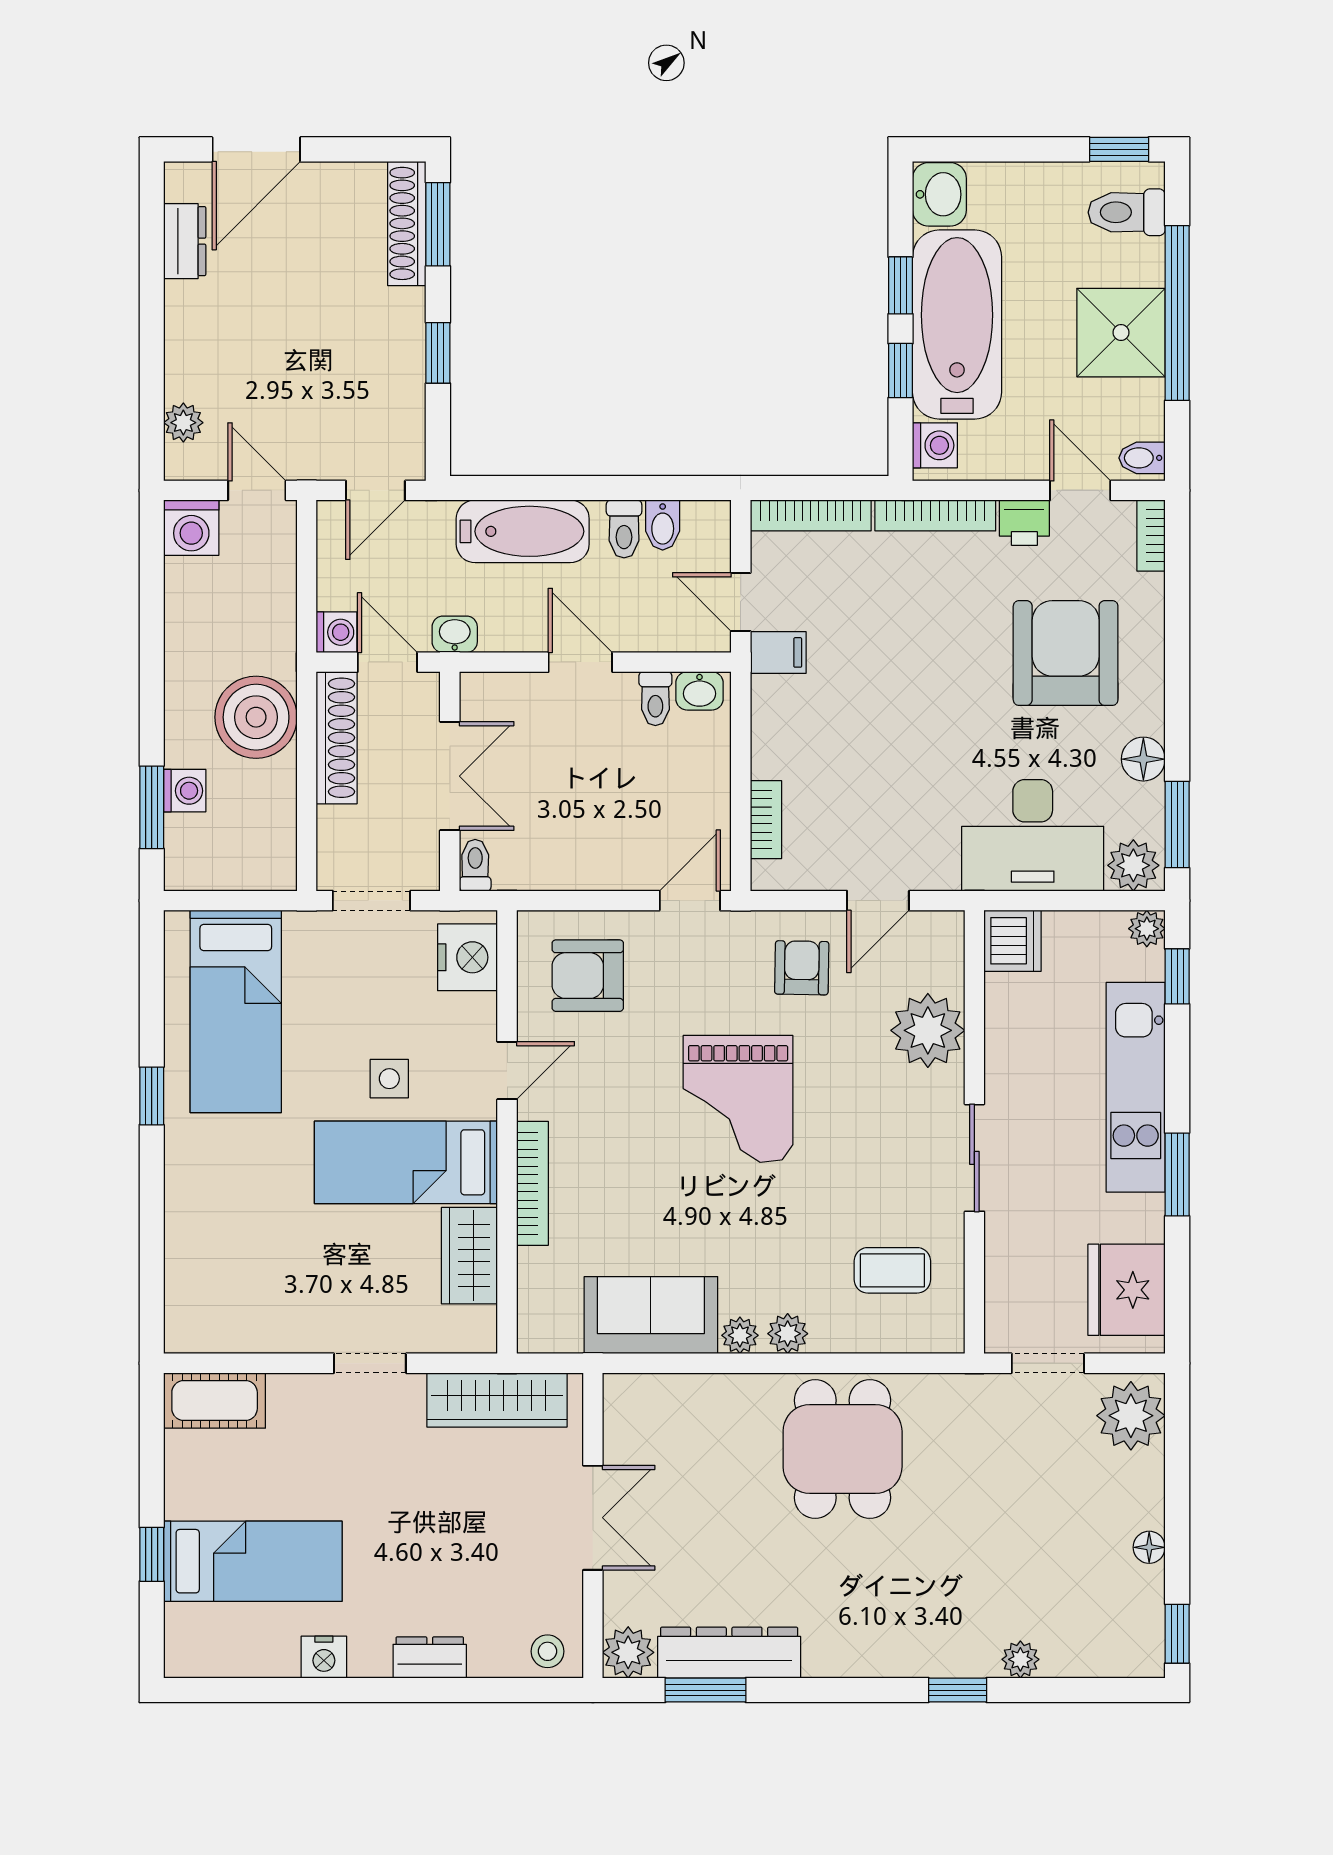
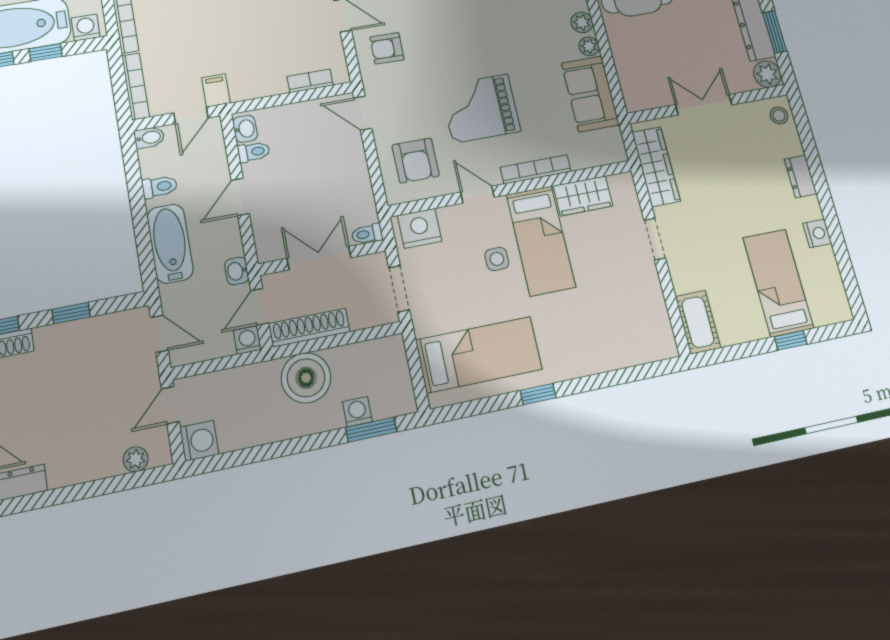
bidet: (663, 525) -> (149, 137), moved
grand piano: (738, 1099) -> (480, 109), moved, turned 180

